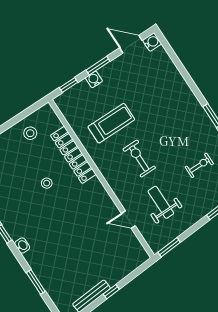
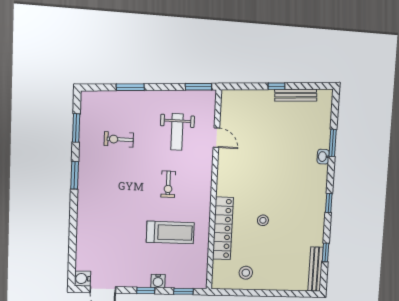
window: (98, 66) -> (146, 291), width x0.67
treadmill: (111, 123) -> (170, 232), turned 180
exercise bike: (139, 158) -> (168, 184), width x0.73, depth x0.72
washbasin: (22, 246) -> (323, 157), moved

